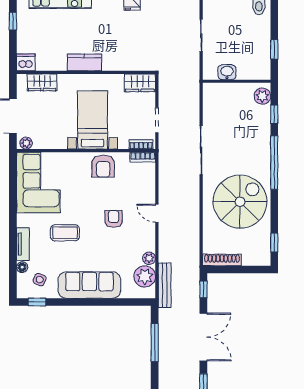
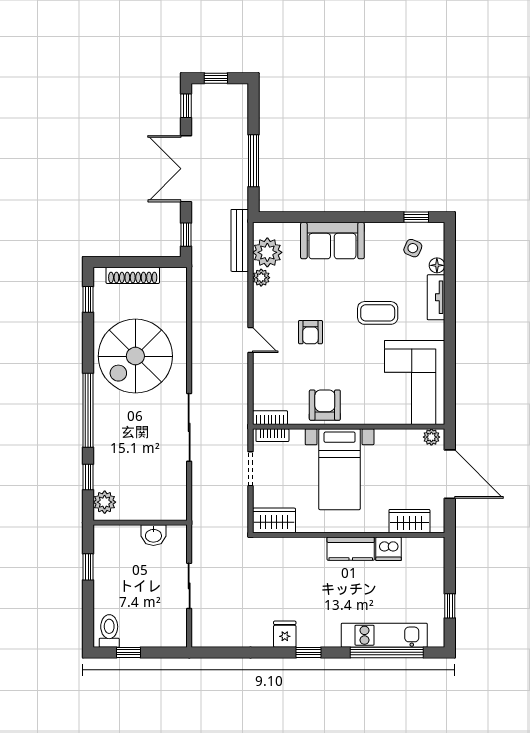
dishwasher: (26, 62) -> (389, 549), moved
shoe rack: (222, 260) -> (133, 275), moved
sofa: (89, 285) -> (332, 241), width x0.73

